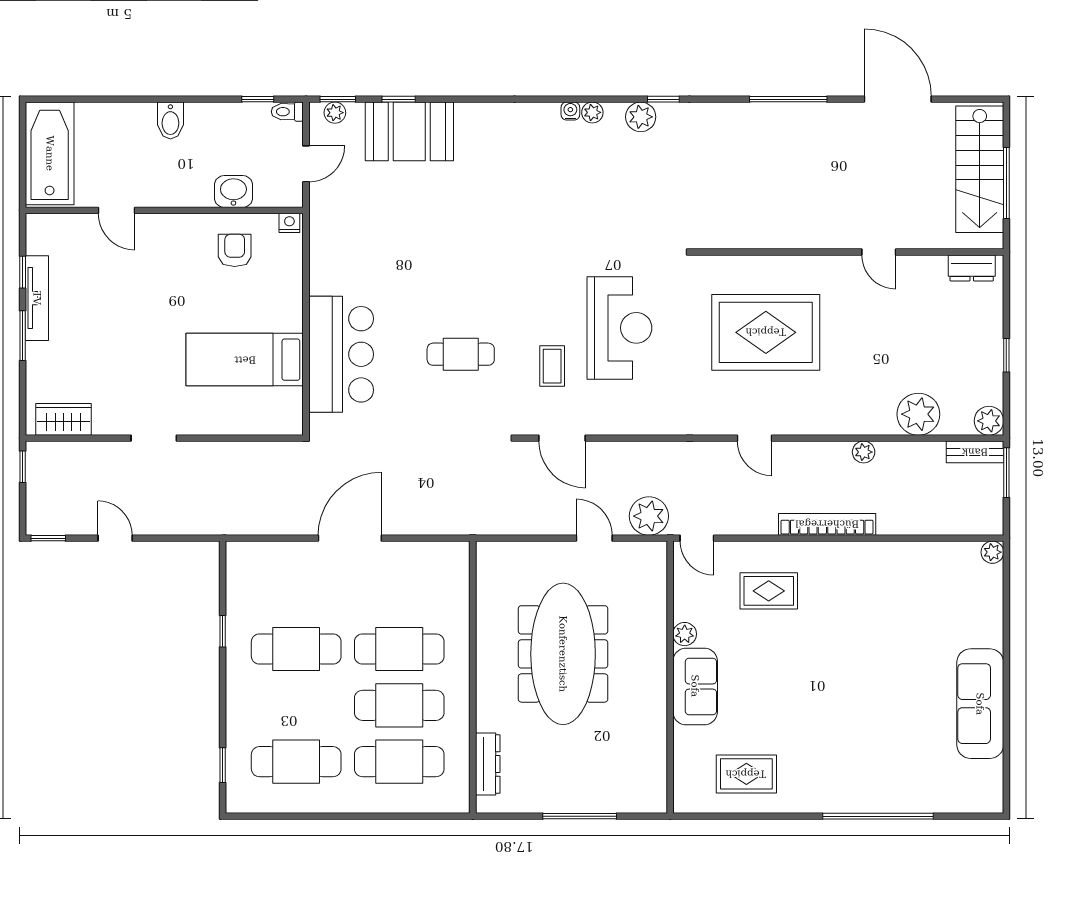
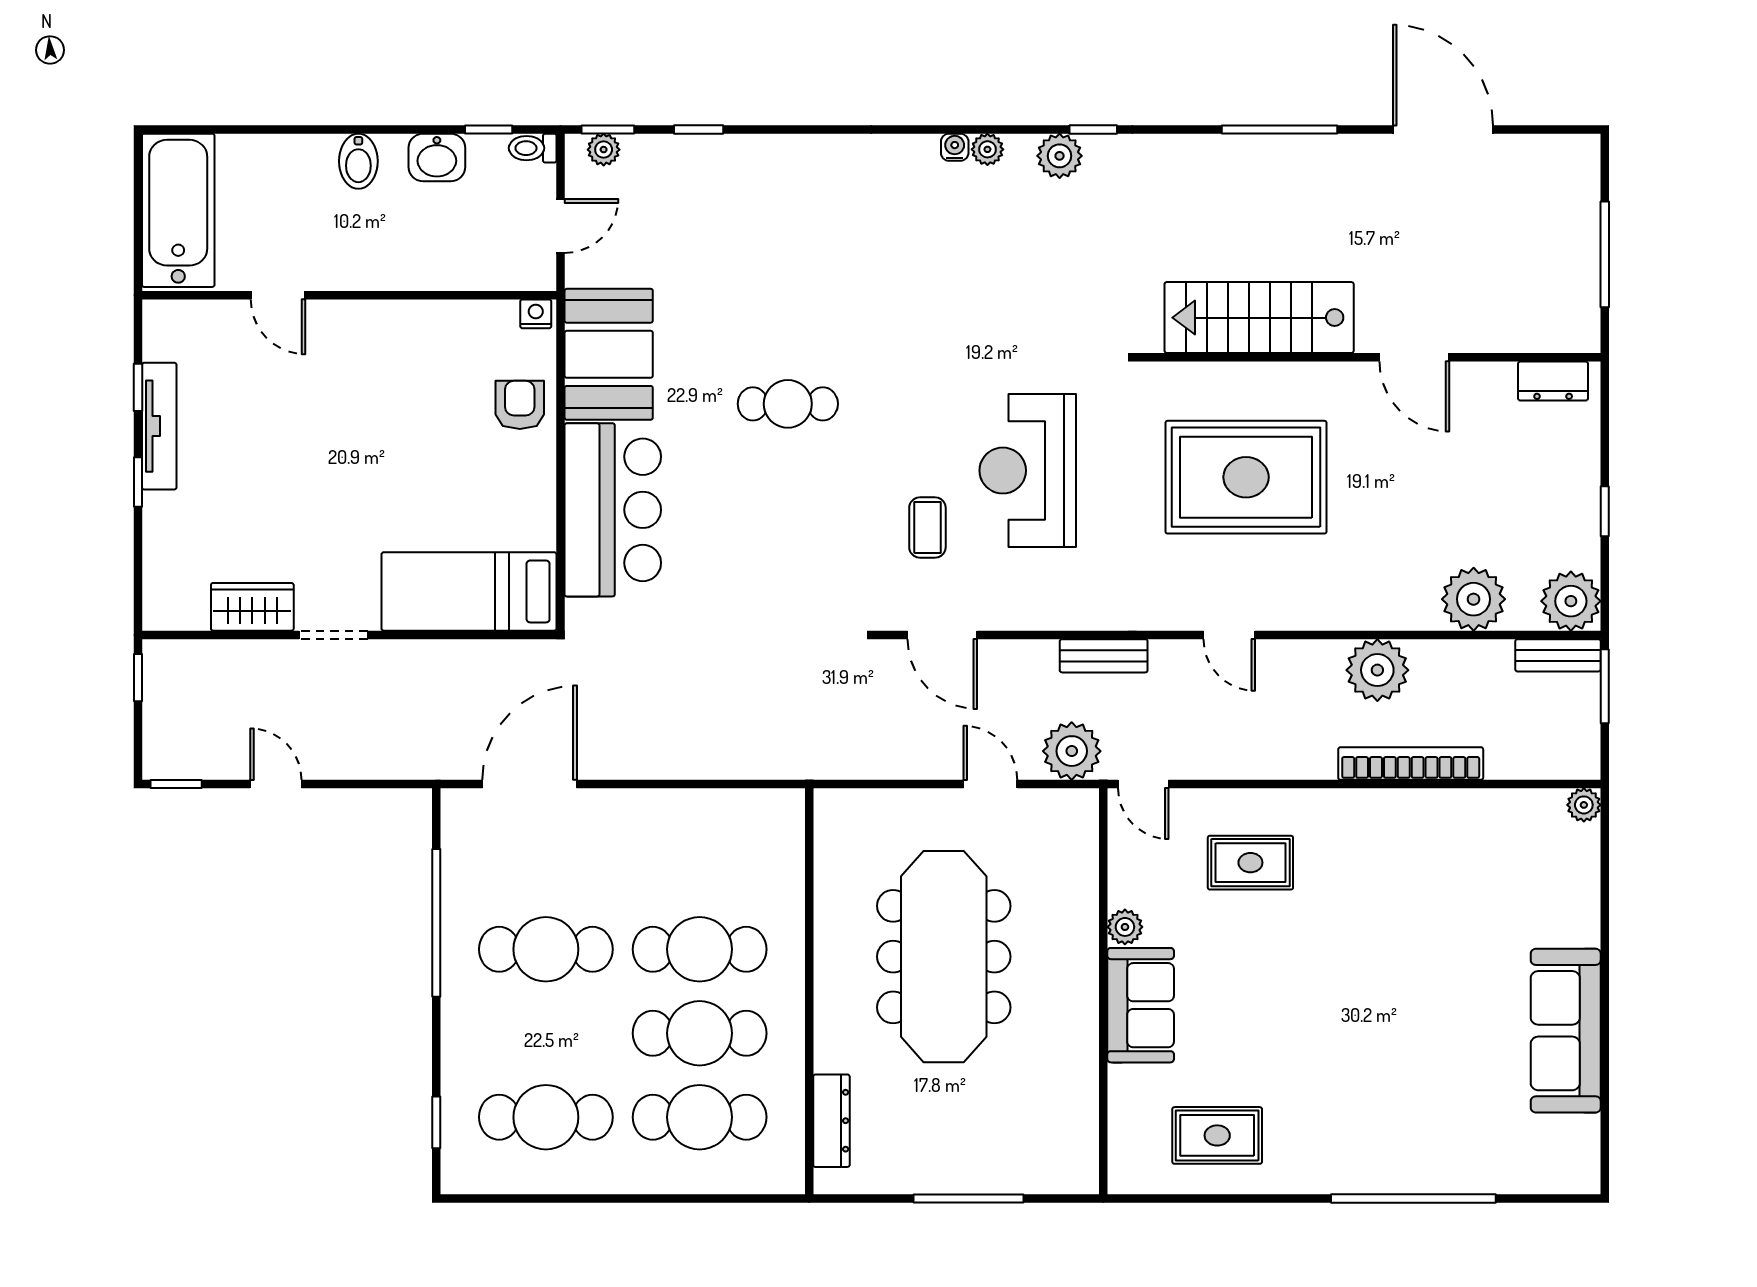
booth: (409, 131) -> (609, 354), moved, turned 90
stairs: (980, 169) -> (1259, 318), moved, turned 90
washbasin: (233, 191) -> (437, 157), moved, turned 180
armchair: (235, 250) -> (520, 405), moved
door: (879, 252) -> (1414, 357), width x1.38
reception desk: (619, 328) -> (1028, 471), turned 180
window: (23, 336) -> (138, 482), width x0.67
cafe table: (461, 354) -> (788, 404), moved
bed: (245, 360) -> (469, 591), moved
wardrobe: (64, 419) -> (252, 607), moved
plant: (989, 421) -> (1571, 601), width x1.36, depth x1.36
bench: (670, 452) -> (1104, 656), added
plant: (864, 452) -> (1377, 670), width x1.88, depth x1.88
bookcase: (827, 524) -> (1411, 764), moved
door: (350, 538) -> (530, 784), moved
window: (223, 631) -> (436, 923), width x3.17

